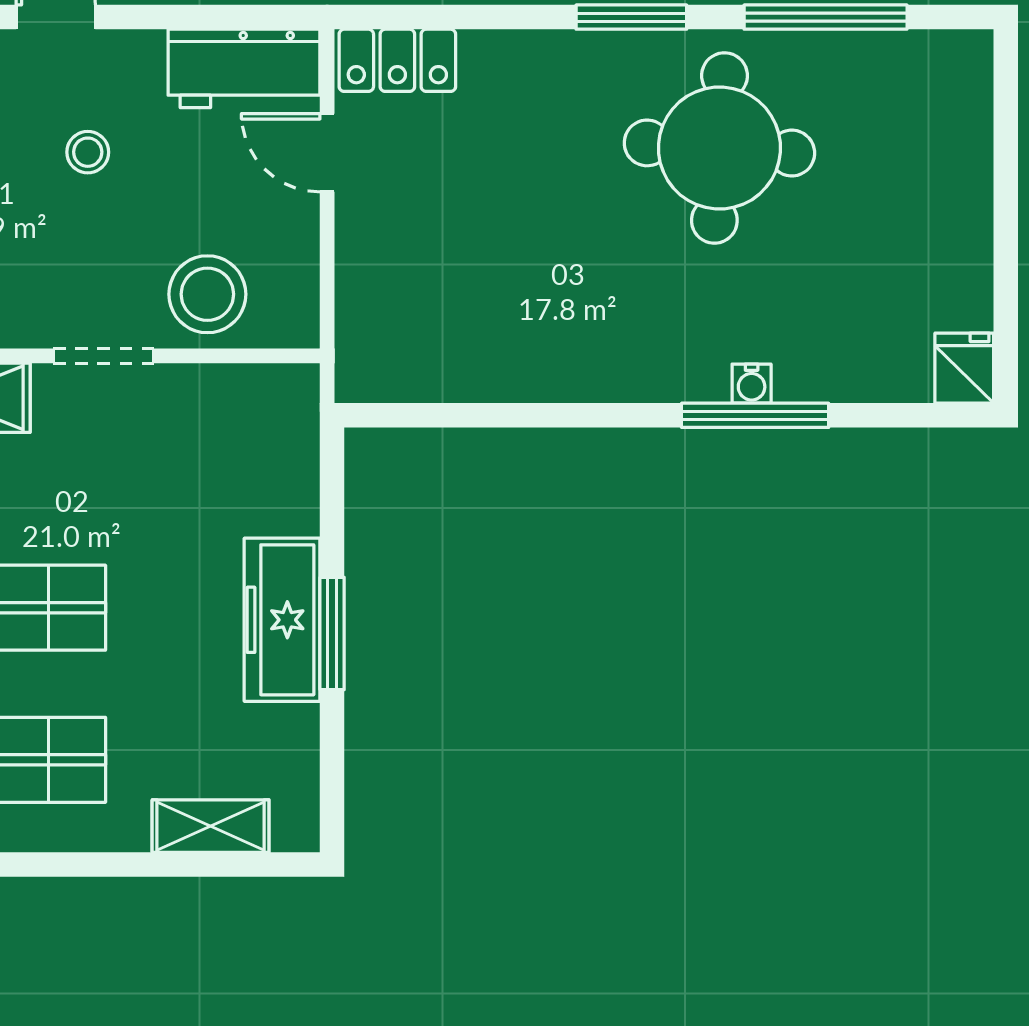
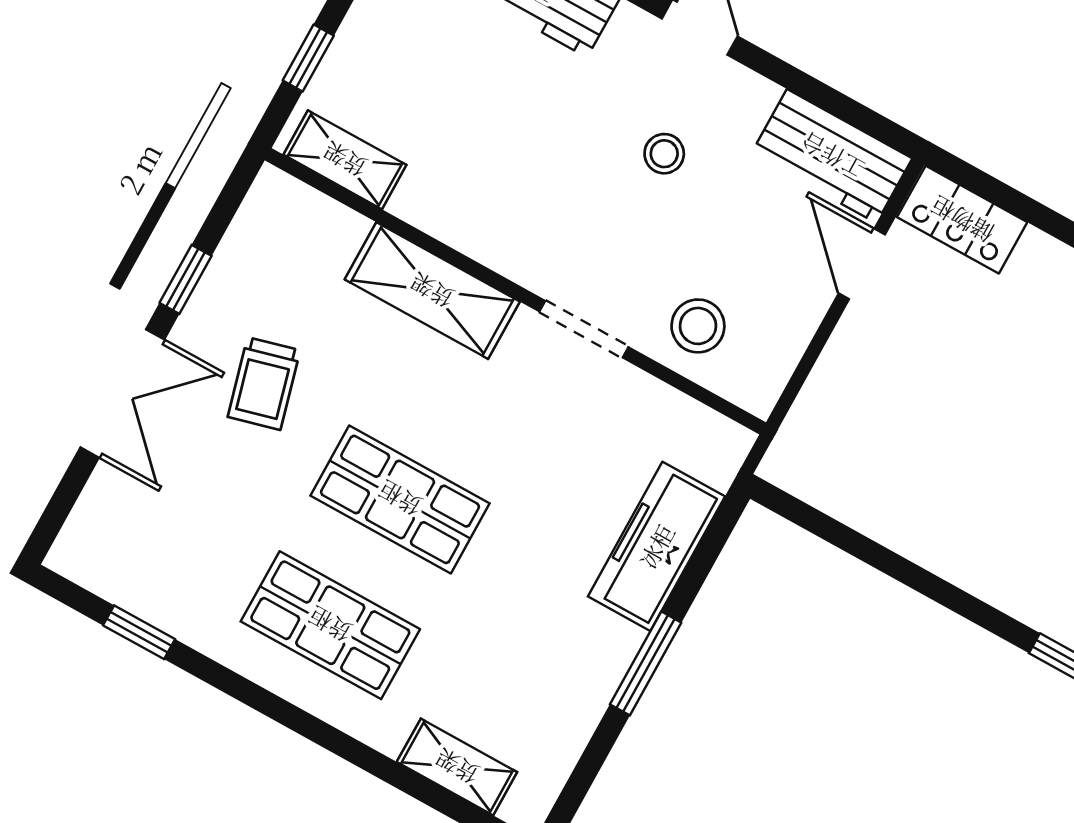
stool: (207, 294) -> (698, 326), width x0.73, depth x0.73
freezer: (282, 620) -> (656, 546), moved

